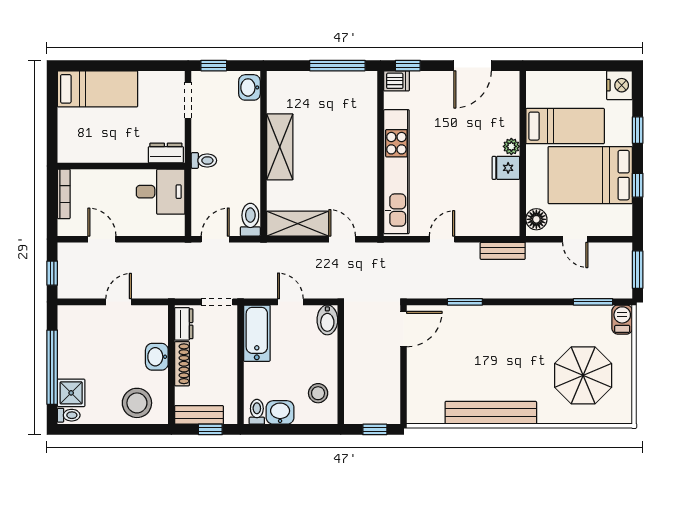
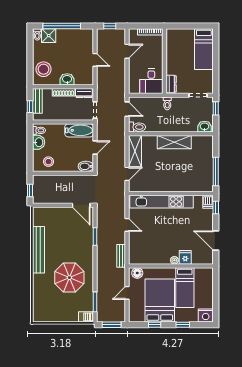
fridge: (506, 168) -> (185, 257), moved
parasol: (583, 375) -> (69, 278), moved

